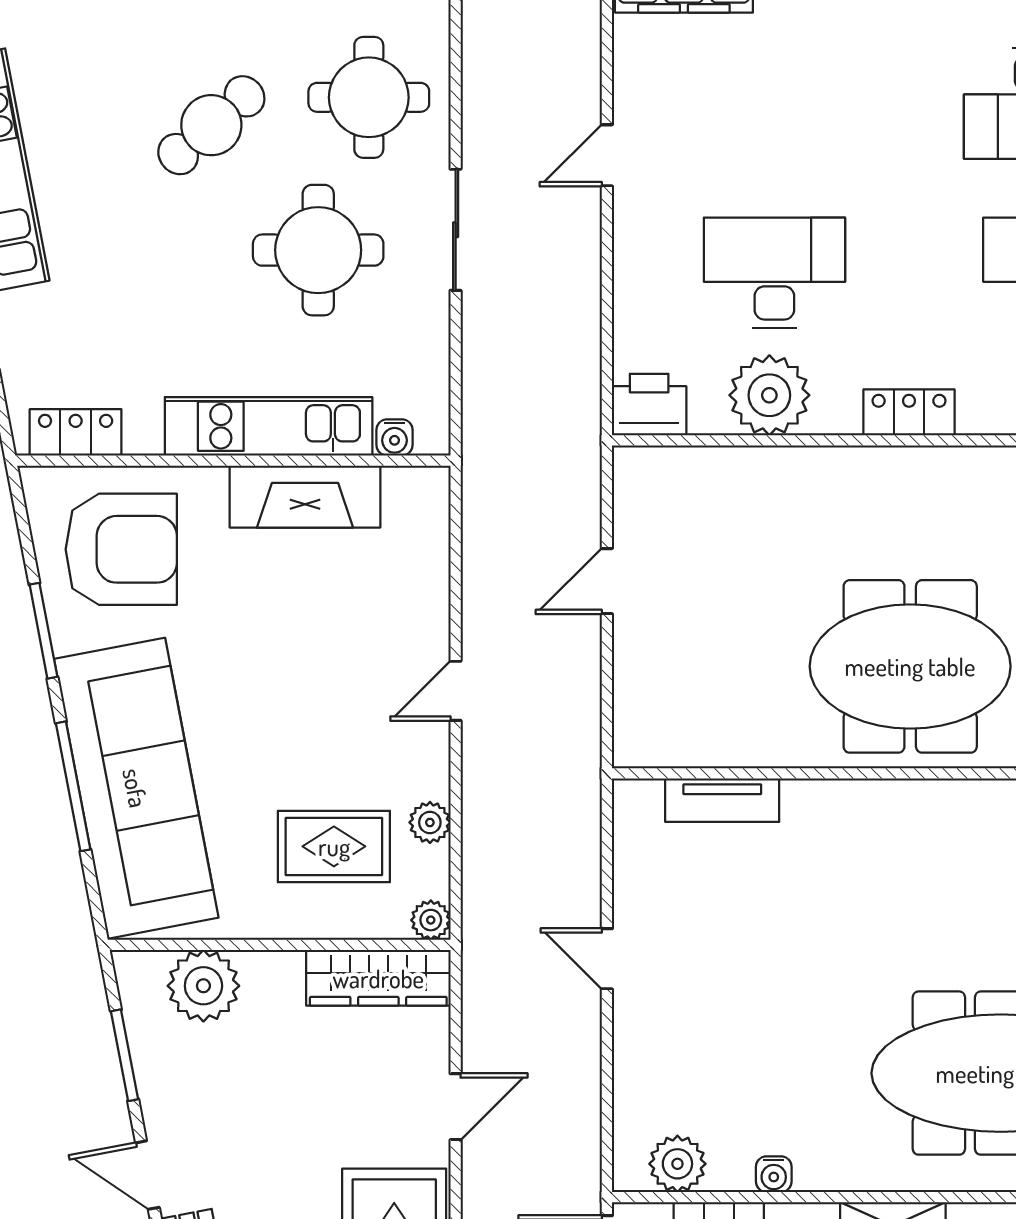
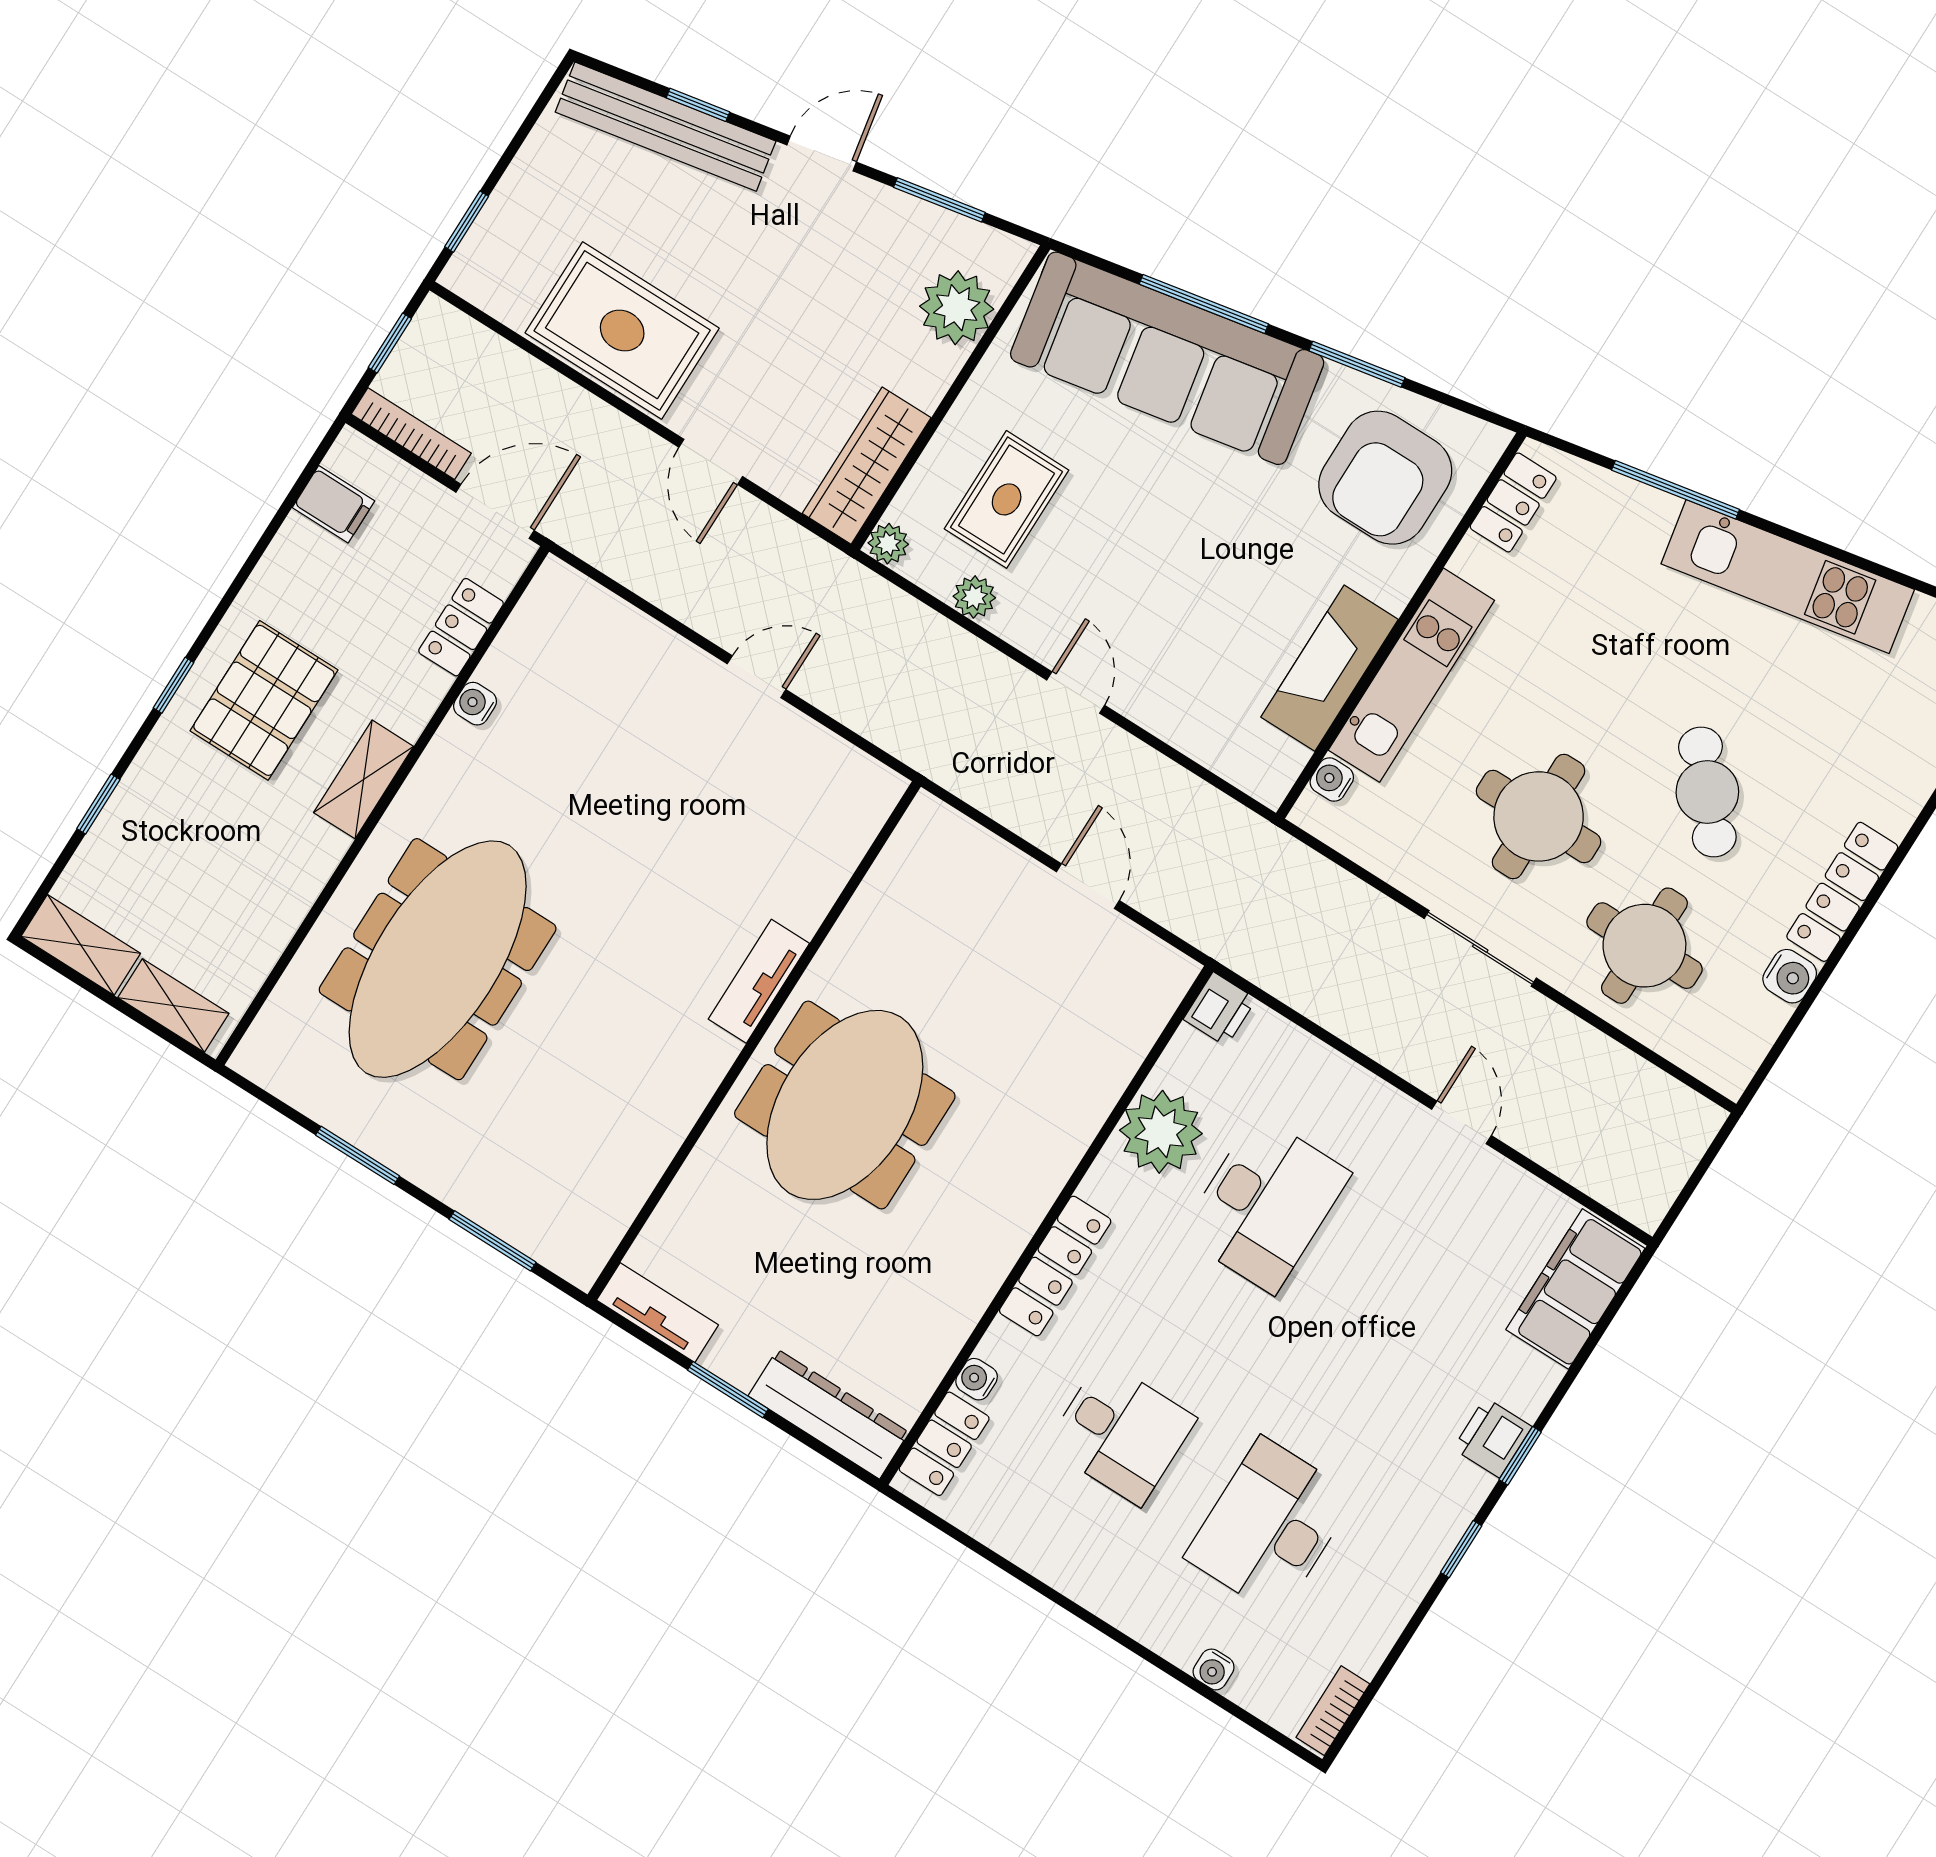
printer: (649, 405) -> (1220, 1009), width x0.73, depth x0.81
locker: (909, 412) -> (1055, 1266), width x1.53
tv unit: (722, 800) -> (759, 981), moved
plant: (677, 1164) -> (538, 625), removed

